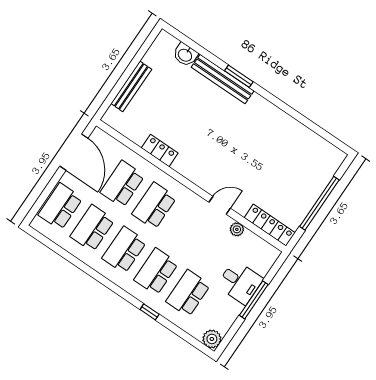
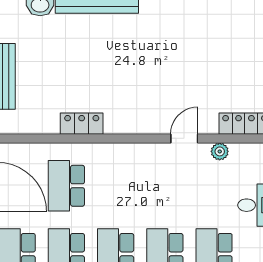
school desk: (154, 206) -> (116, 186), removed

